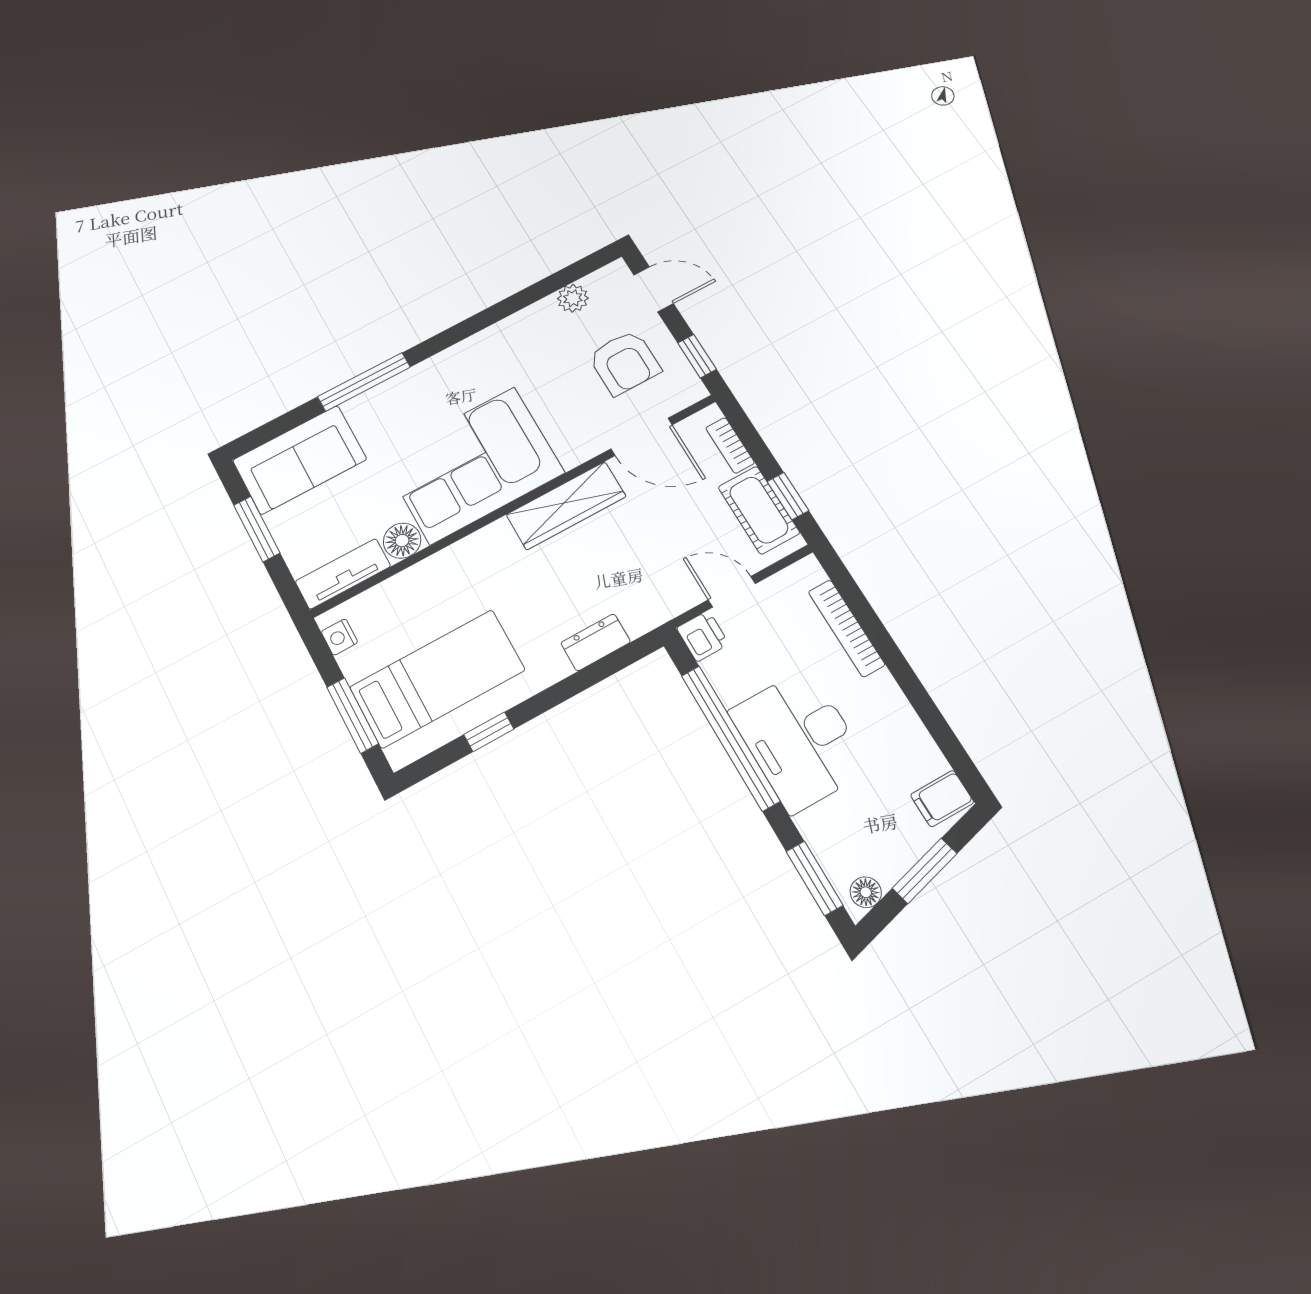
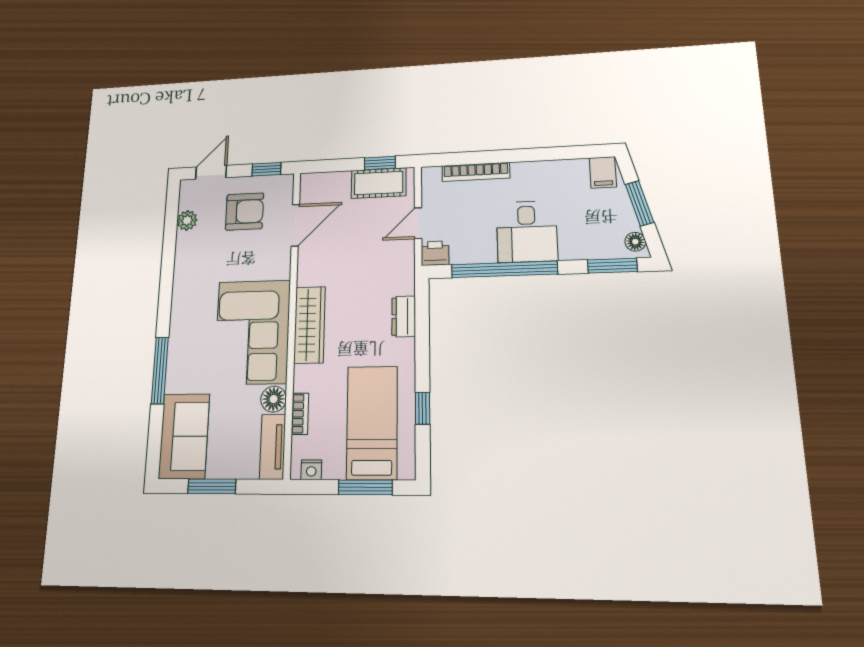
bookcase: (730, 445) -> (300, 414), moved, turned -90
wardrobe: (566, 506) -> (310, 325), moved
desk: (799, 740) -> (527, 232), width x0.73

